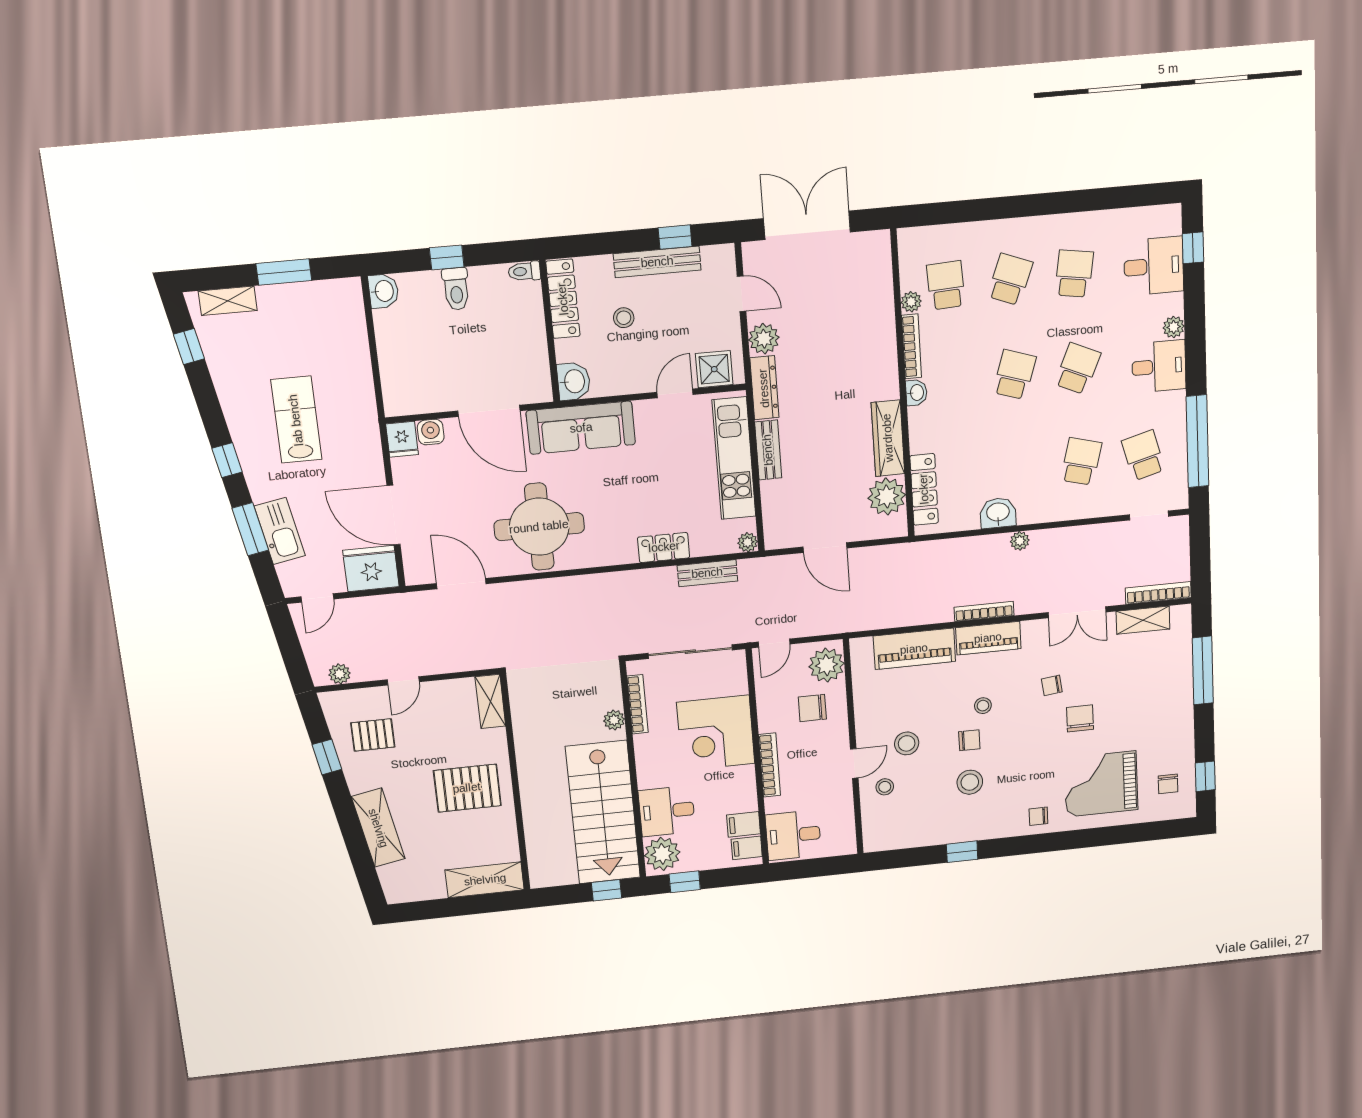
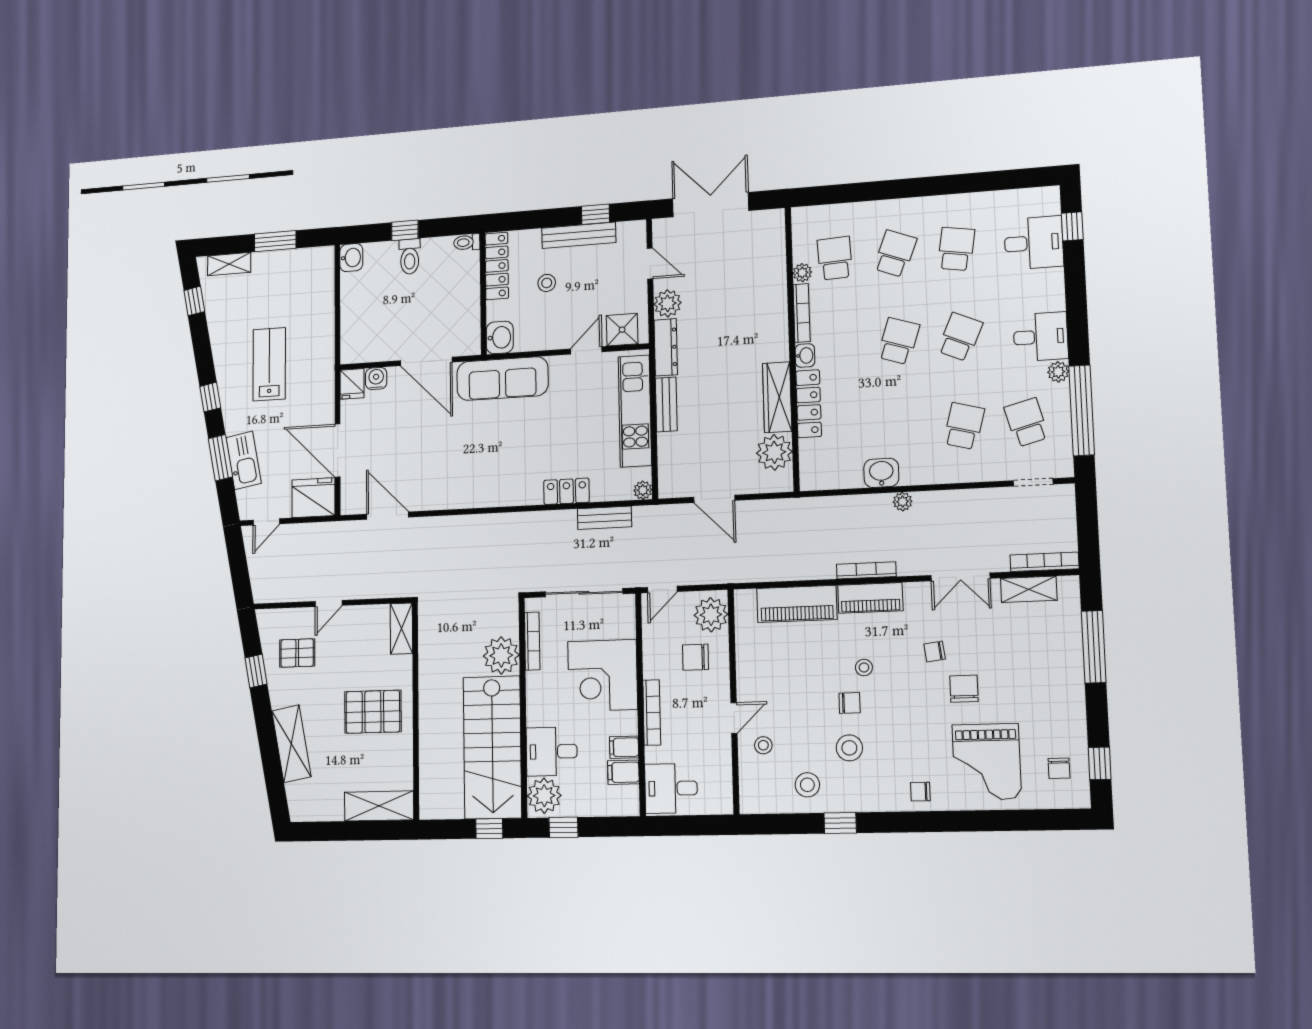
plant: (1174, 327) -> (1058, 372), moved
locker: (924, 489) -> (809, 404), moved
round table: (539, 527) -> (459, 467), removed
plant: (340, 674) -> (276, 593), removed
plant: (614, 720) -> (501, 655), width x1.87, depth x1.87
stool: (907, 743) -> (807, 785), moved
grand piano: (1101, 784) -> (987, 762), turned -90
filing cabinet: (747, 848) -> (624, 747), moved

